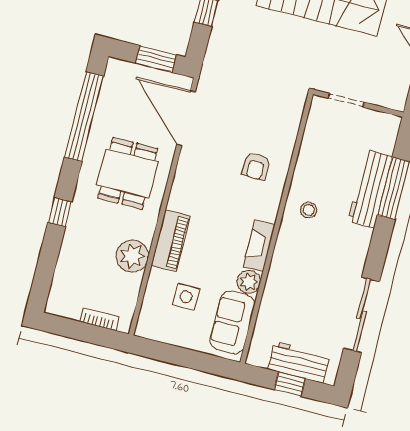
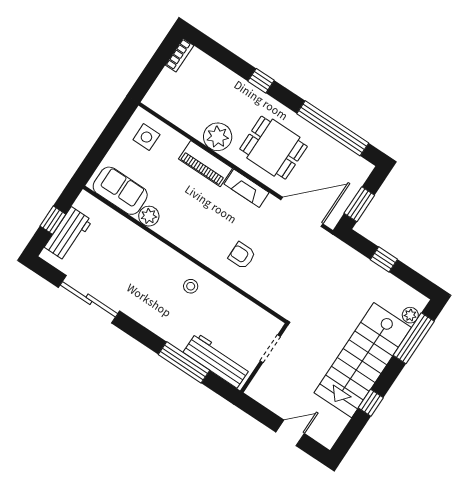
workbench: (370, 189) -> (217, 360), moved
fireplace: (259, 246) -> (247, 188), moved, turned 180
plant: (132, 256) -> (218, 137), moved
side table: (186, 297) -> (146, 137), moved
bookcase: (99, 319) -> (180, 55), moved

